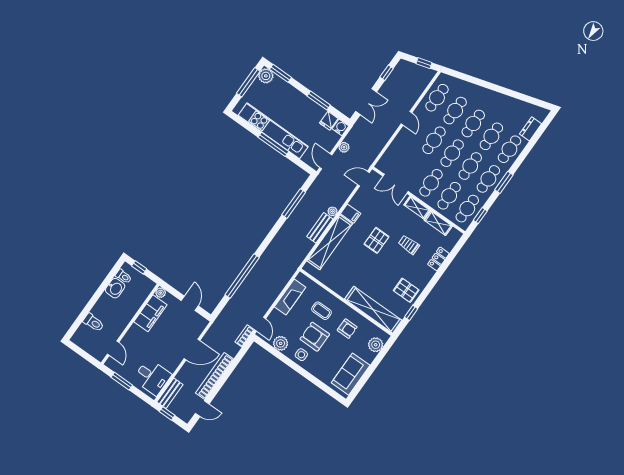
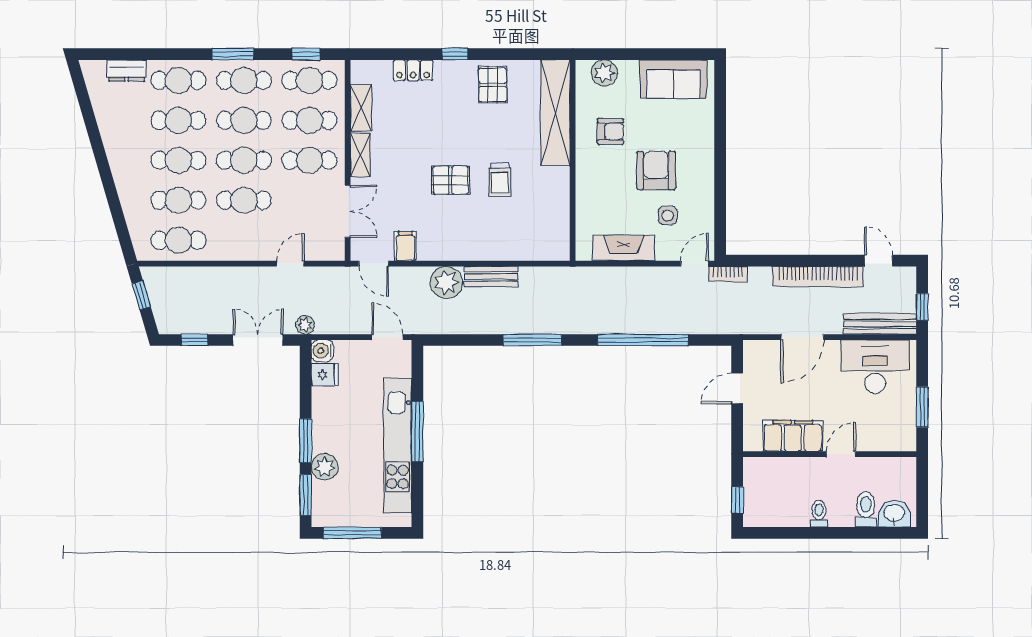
plant: (266, 76) -> (325, 467), moved
window: (319, 101) -> (306, 441), moved
door: (406, 118) -> (290, 264), moved
plant: (344, 147) -> (305, 325), moved
door: (326, 161) -> (387, 337), swing flipped
window: (294, 204) -> (532, 340), moved
plant: (333, 211) -> (446, 282), width x1.88, depth x1.88
filing cabinet: (351, 214) -> (405, 246), moved
shelving: (330, 242) -> (502, 247), removed
trolley: (409, 245) -> (500, 180), moved
toilet: (124, 276) -> (819, 514), moved
washbasin: (115, 288) -> (894, 514), moved
plant: (161, 293) -> (752, 442), removed
coffee table: (321, 311) -> (611, 188), removed
window: (411, 313) -> (455, 54), moved
armchair: (347, 329) -> (610, 131), turned 90
armchair: (315, 337) -> (656, 170), turned 180
plant: (281, 343) -> (701, 214), removed
door: (113, 348) -> (841, 454), moved
door: (192, 349) -> (802, 337), swing flipped
side table: (301, 355) -> (668, 215), moved
desk: (152, 377) -> (875, 367), width x1.37
bench: (170, 393) -> (880, 324), width x1.36

